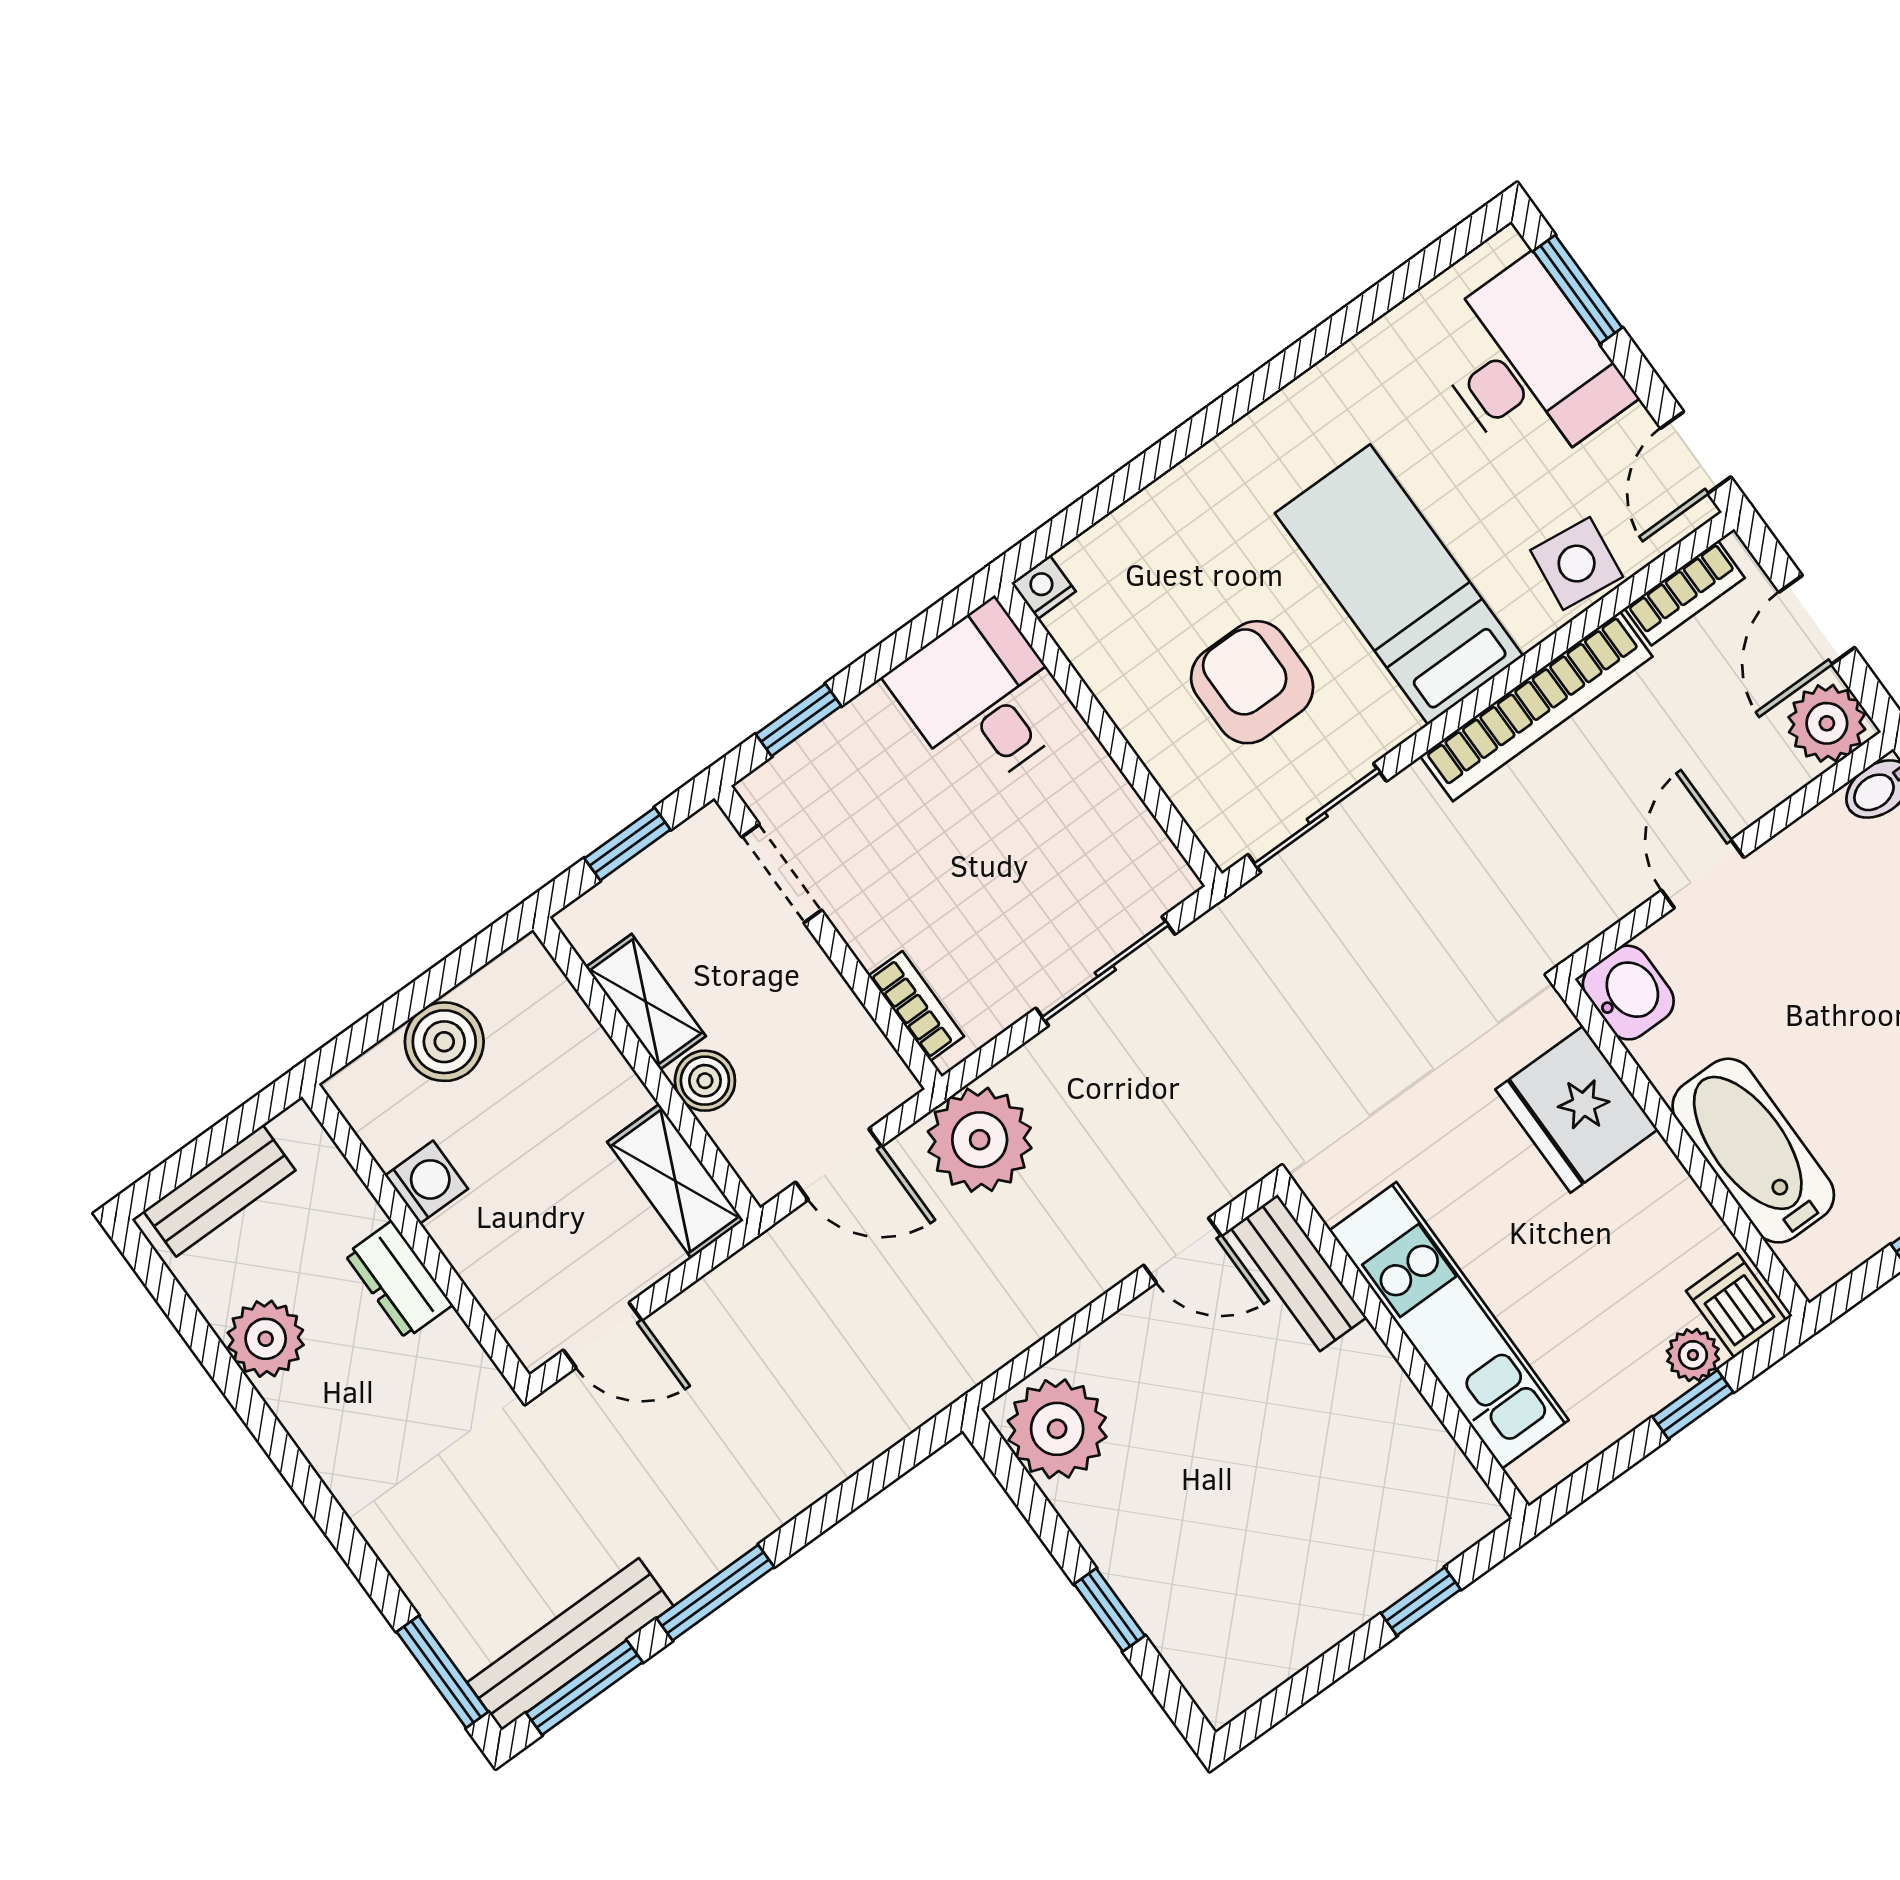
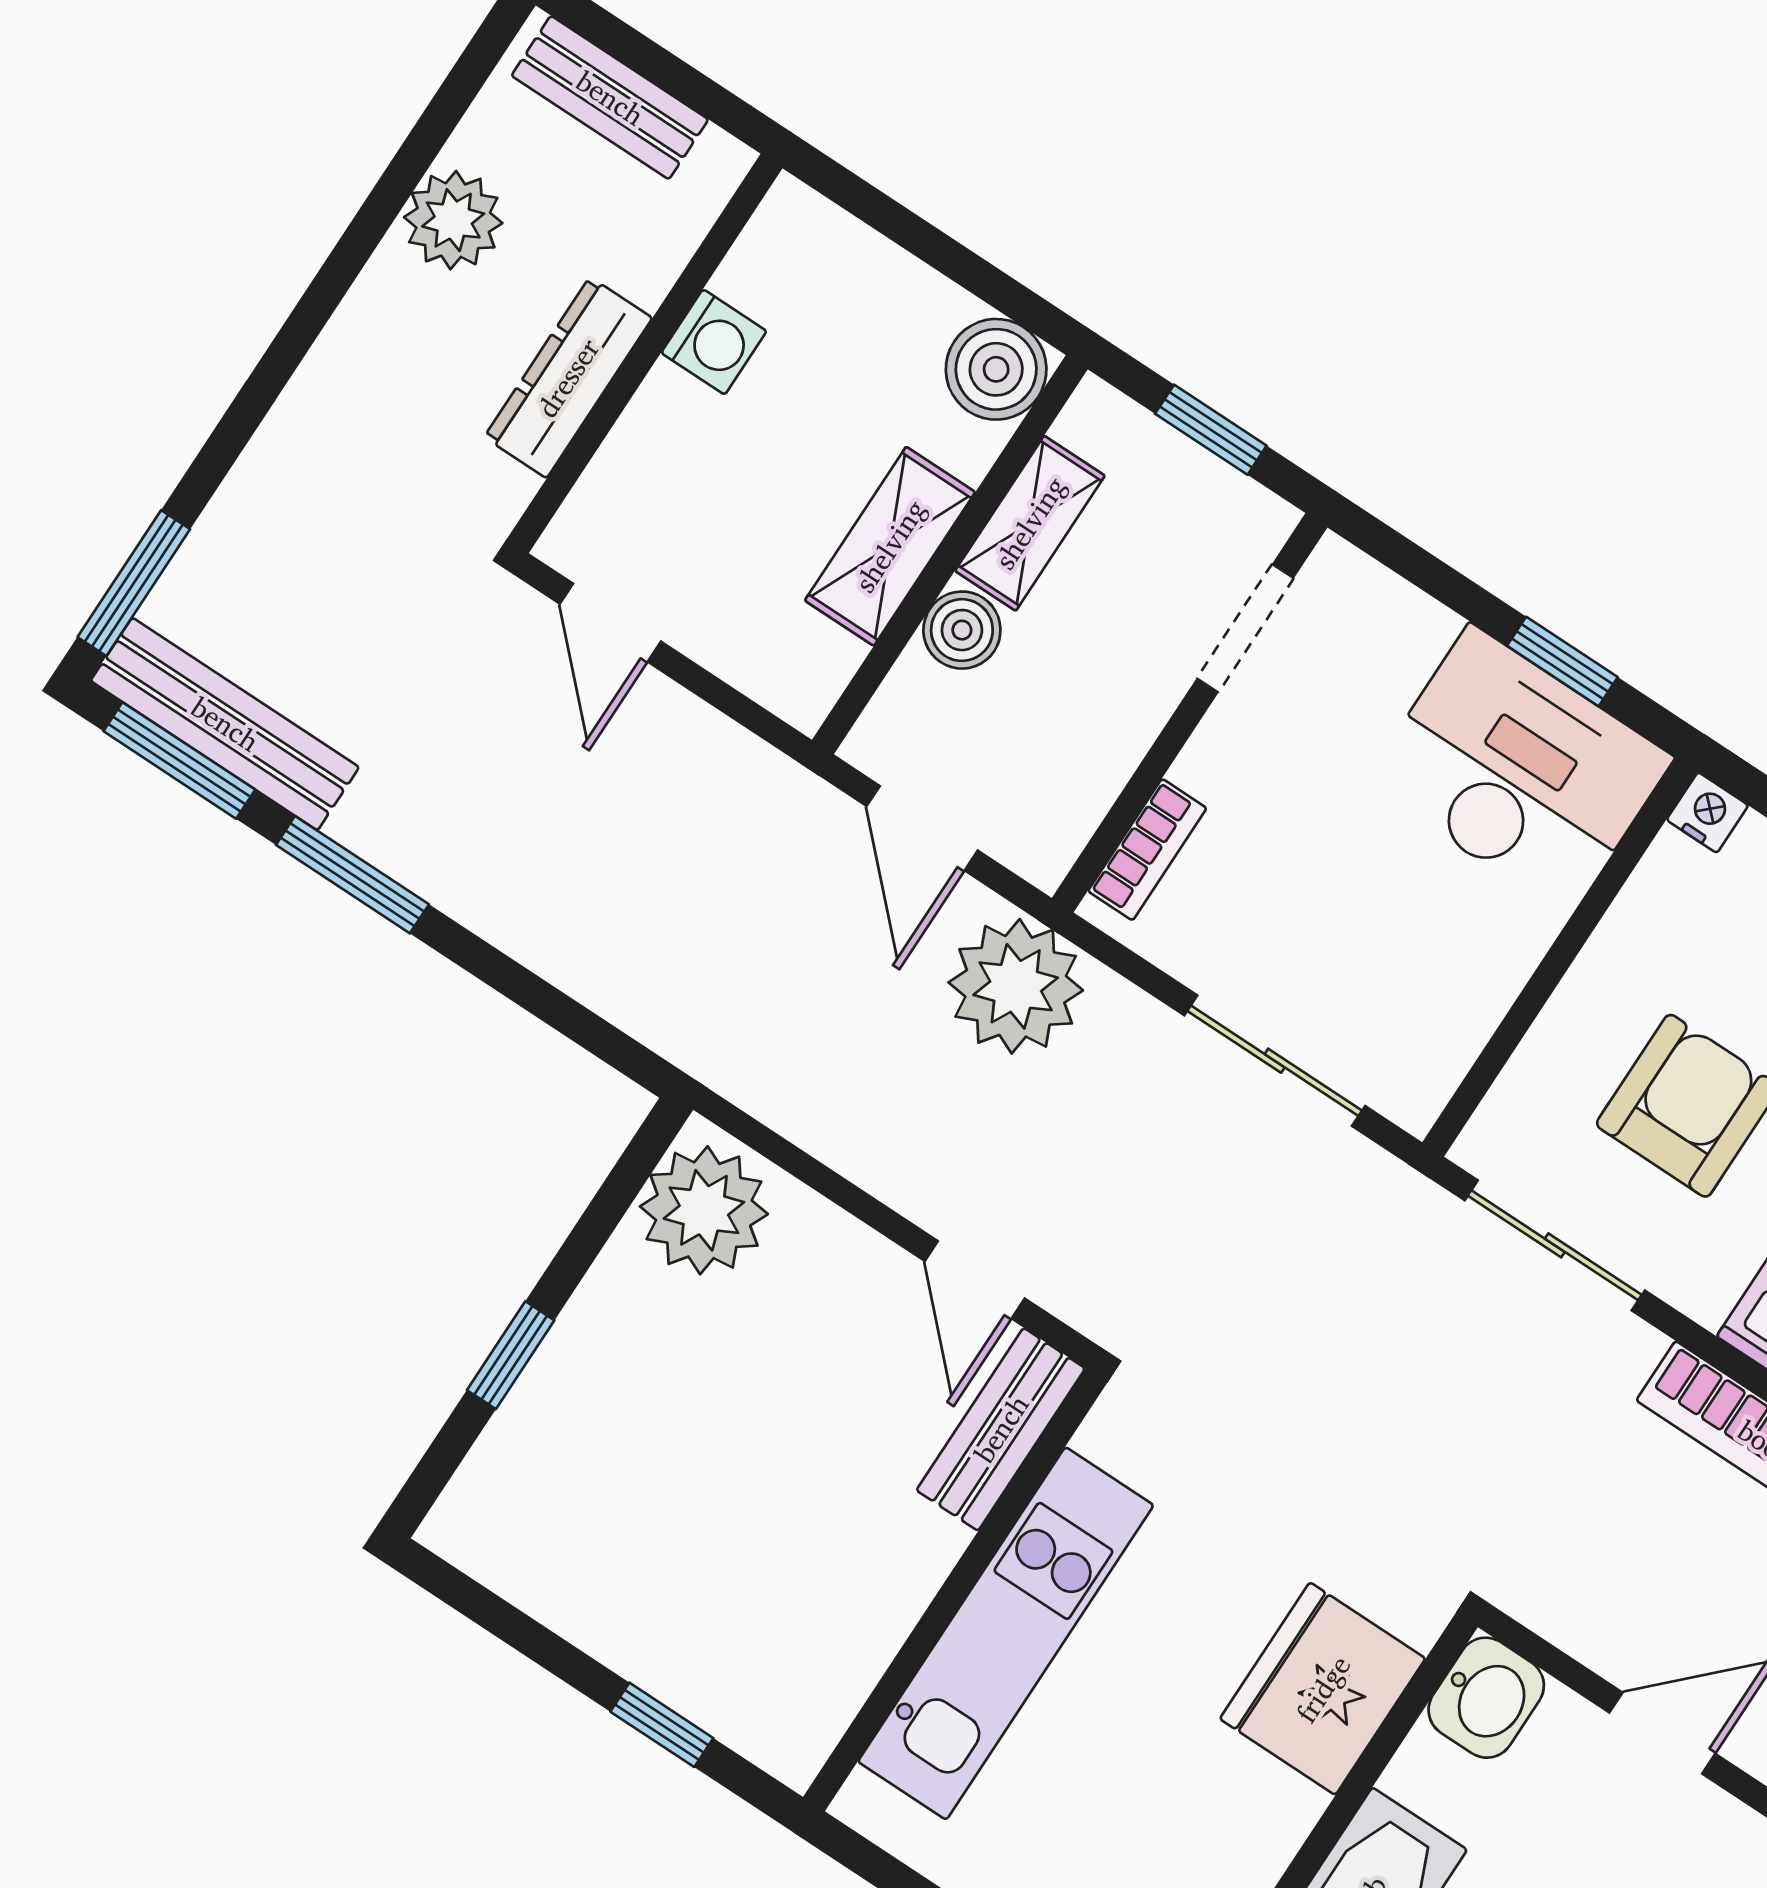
desk: (982, 697) -> (1519, 770), width x1.37
window: (798, 720) -> (1562, 661), moved
boiler: (444, 1042) -> (996, 369), moved
shelving: (675, 1181) -> (890, 546), moved
dresser: (399, 1280) -> (568, 378), width x1.44

